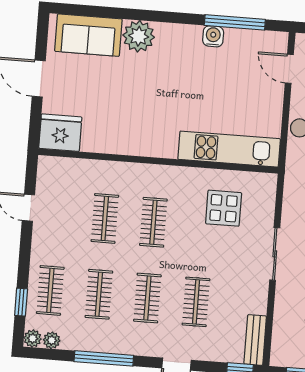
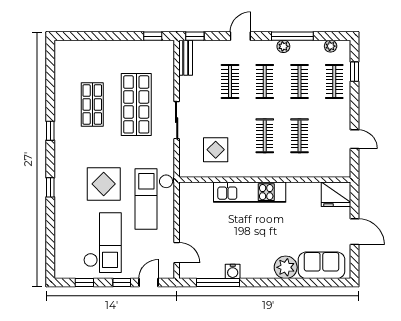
kitchen unit: (229, 149) -> (250, 192), moved
plant: (33, 338) -> (283, 46), moved

